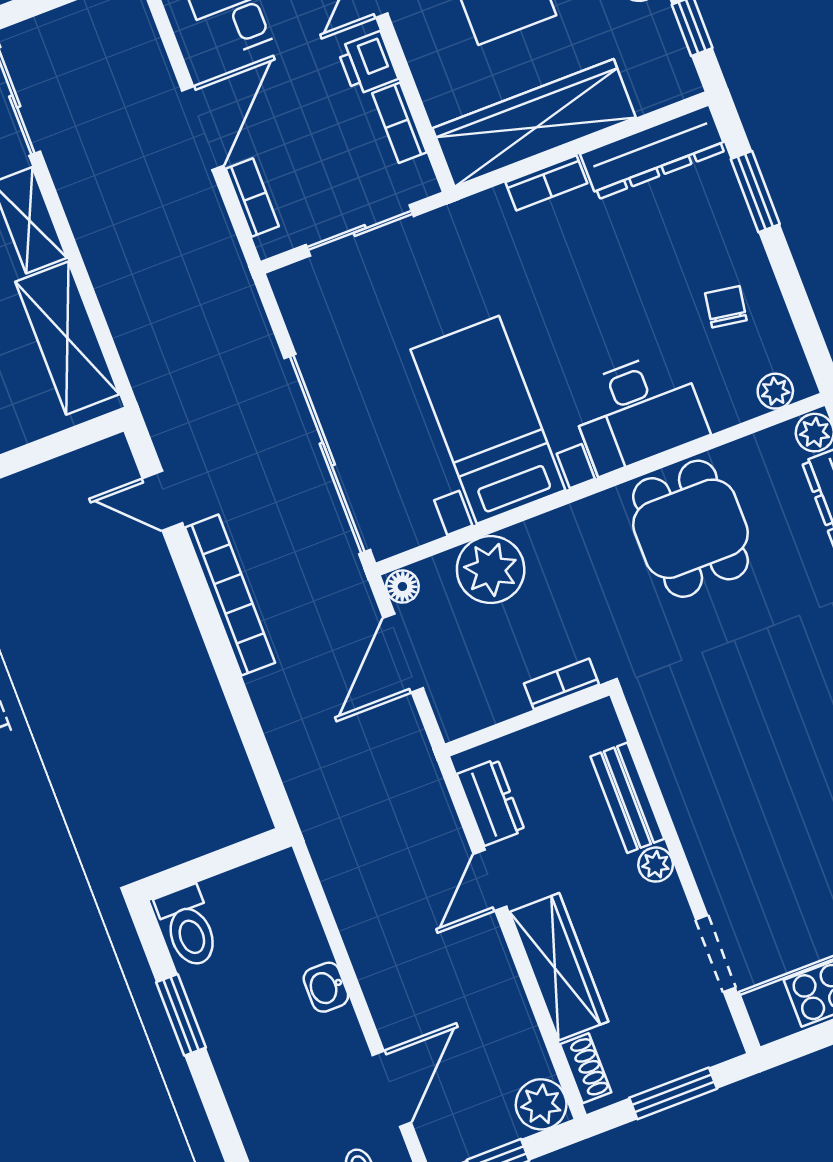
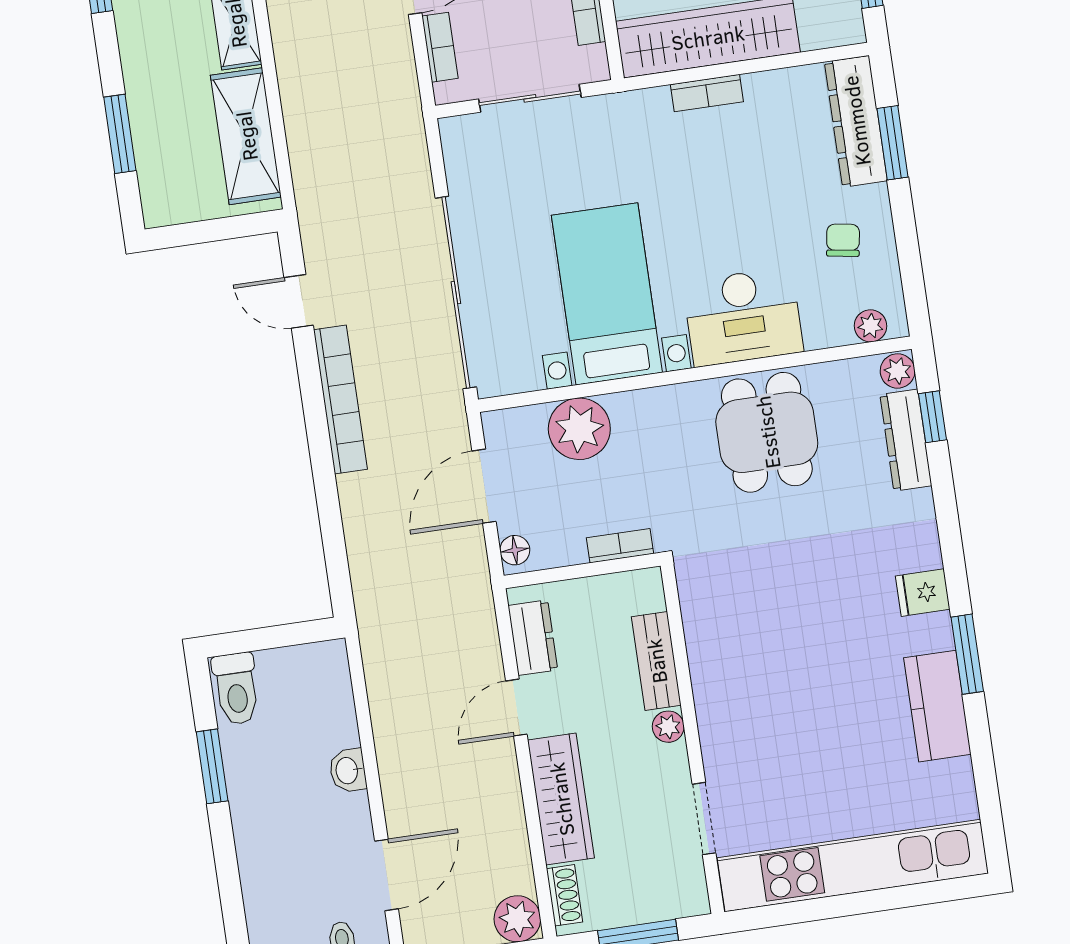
dresser: (653, 152) -> (856, 121), moved, turned 90
floor lamp: (402, 586) -> (515, 550), moved

